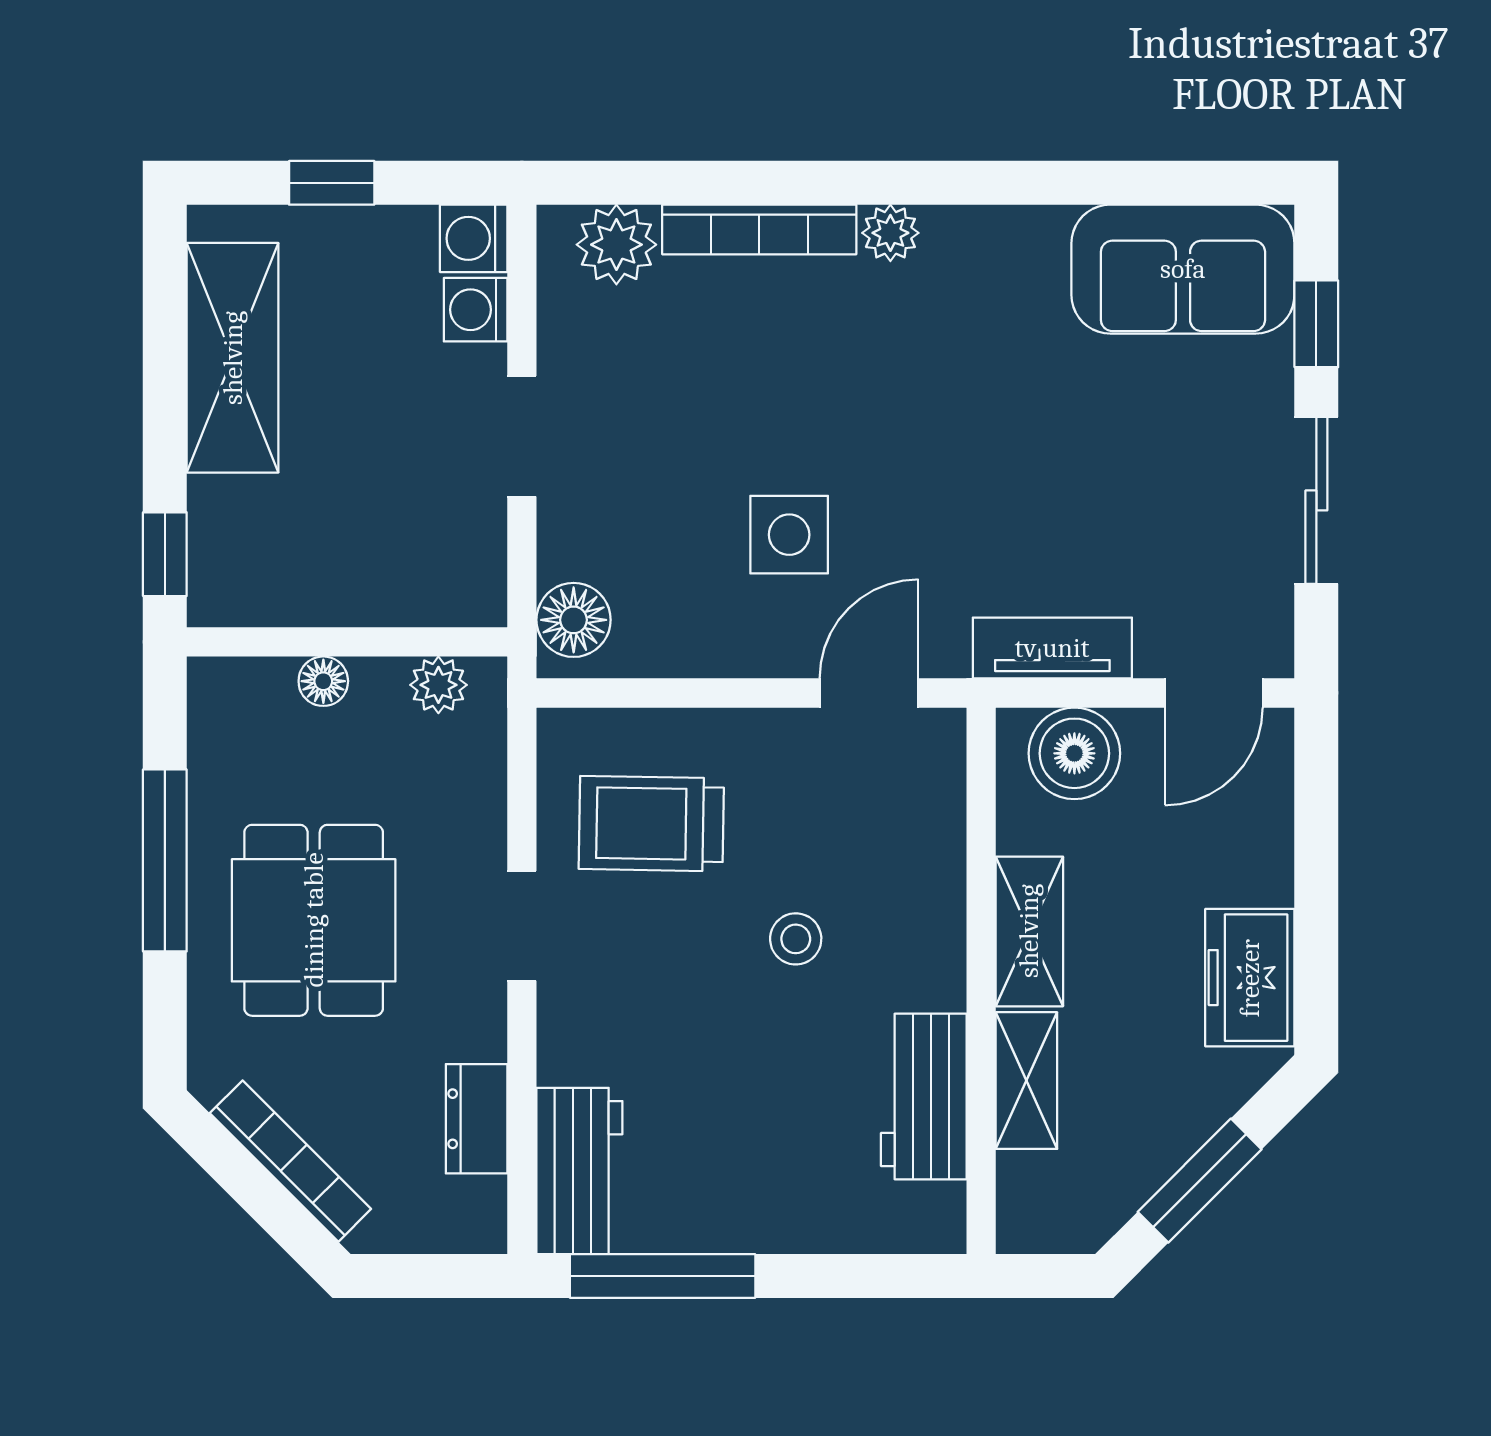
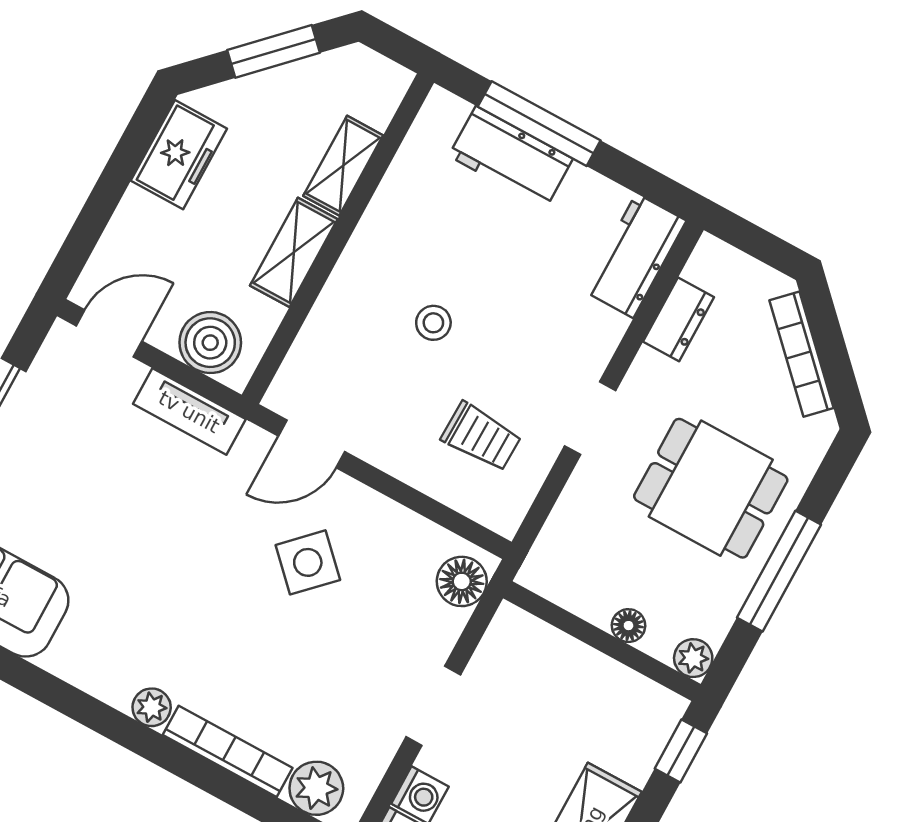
side table: (789, 535) -> (308, 562), turned 45
plant: (438, 685) -> (693, 658), moved
trolley: (651, 824) -> (481, 437), width x0.73, depth x0.72
dining table: (314, 920) -> (711, 488), turned 90
workbench: (924, 1096) -> (511, 157), moved, turned 90
window: (663, 1276) -> (539, 124), moved

